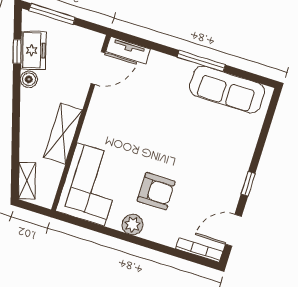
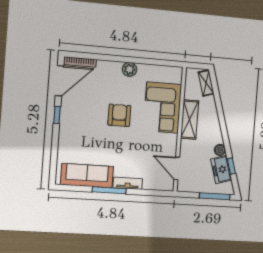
tv unit: (128, 50) -> (128, 183), moved
door: (98, 68) -> (177, 168), hinge flipped
corner sofa: (91, 184) -> (162, 108), moved
armchair: (156, 191) -> (119, 115), moved, turned 90
door: (233, 230) -> (59, 81), width x1.36

